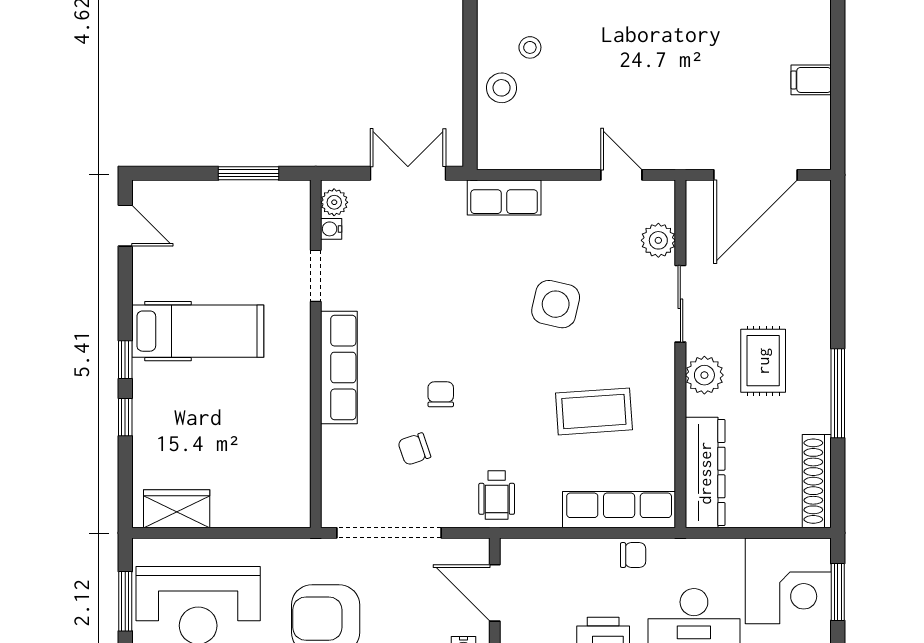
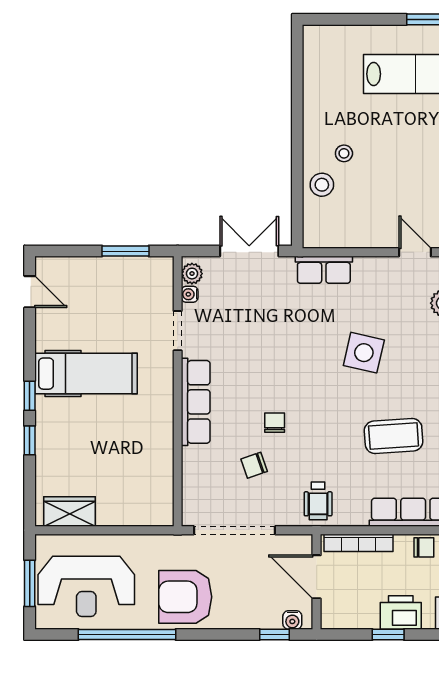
bookcase: (549, 549) -> (358, 543), added

